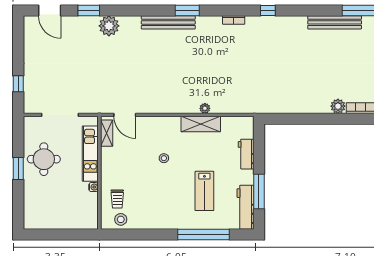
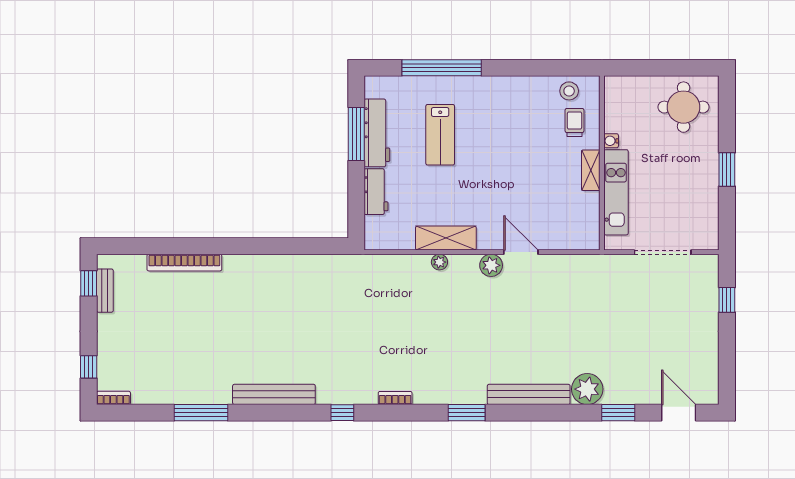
bench: (168, 22) -> (529, 394), moved
bench: (335, 22) -> (274, 394), moved
plant: (338, 106) -> (491, 265), moved
door: (125, 115) -> (521, 252), moved
shelving: (107, 133) -> (591, 170), moved
stool: (164, 158) -> (503, 185), removed
round table: (44, 159) -> (684, 107), moved
lab bench: (204, 191) -> (440, 135), turned 180
workbench: (245, 207) -> (377, 133), moved

